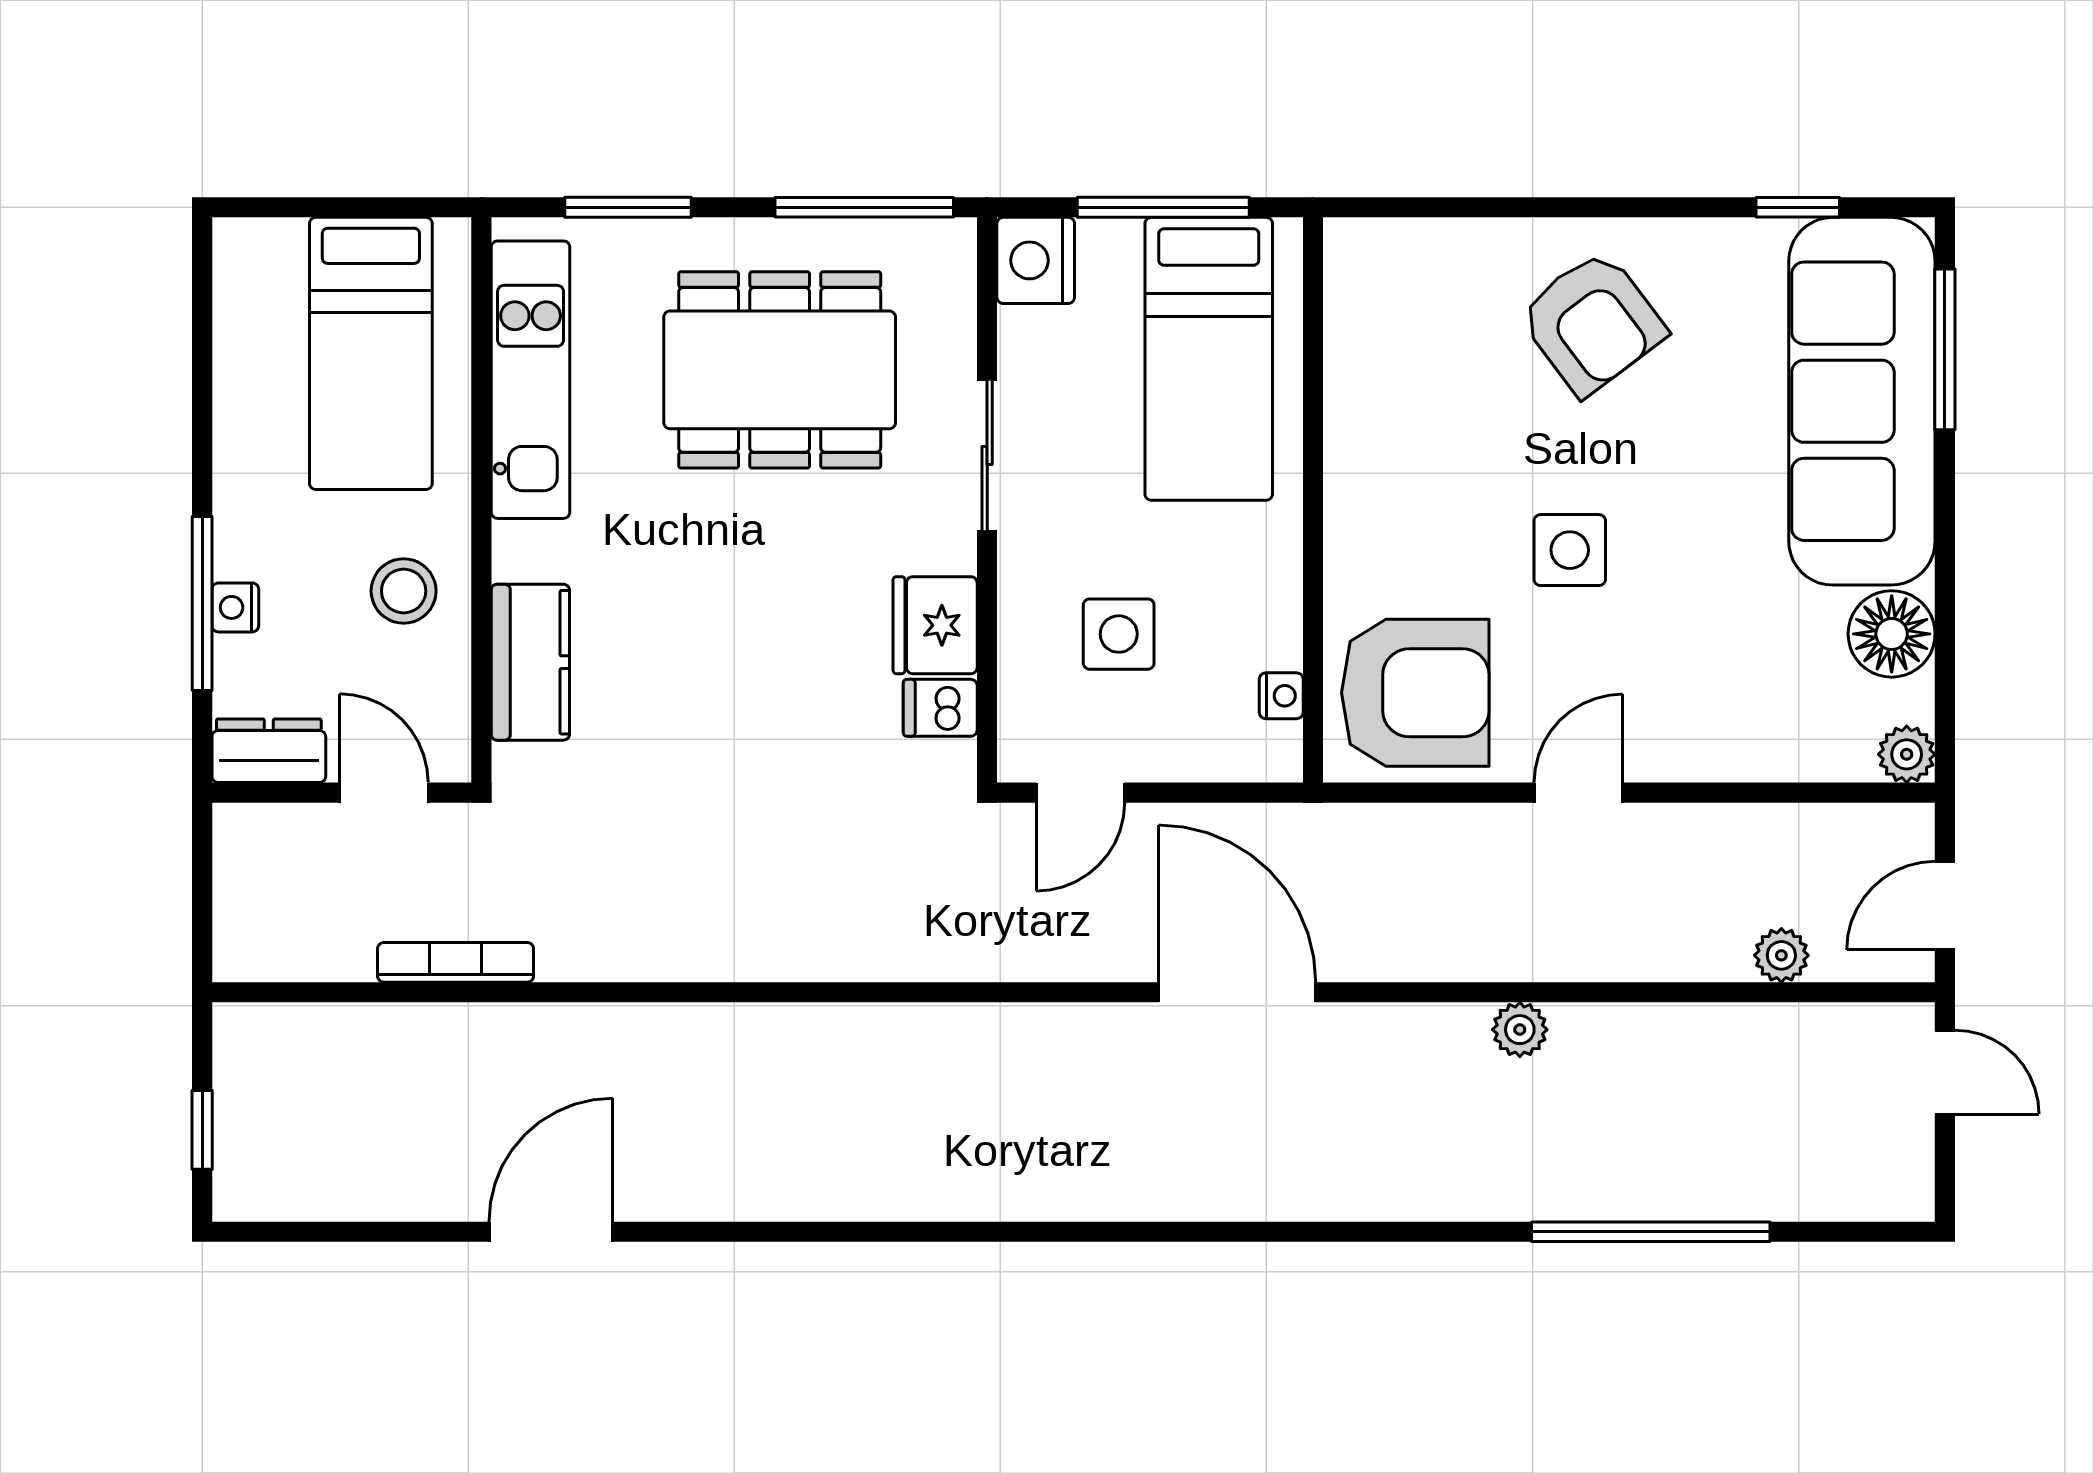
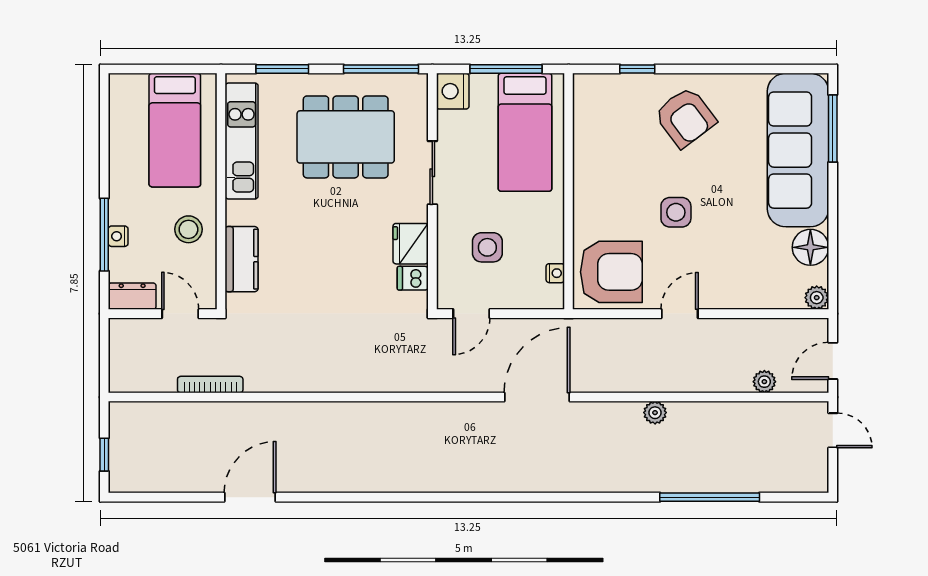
window: (1798, 207) -> (637, 69), moved
door: (1237, 992) -> (537, 397), hinge flipped

